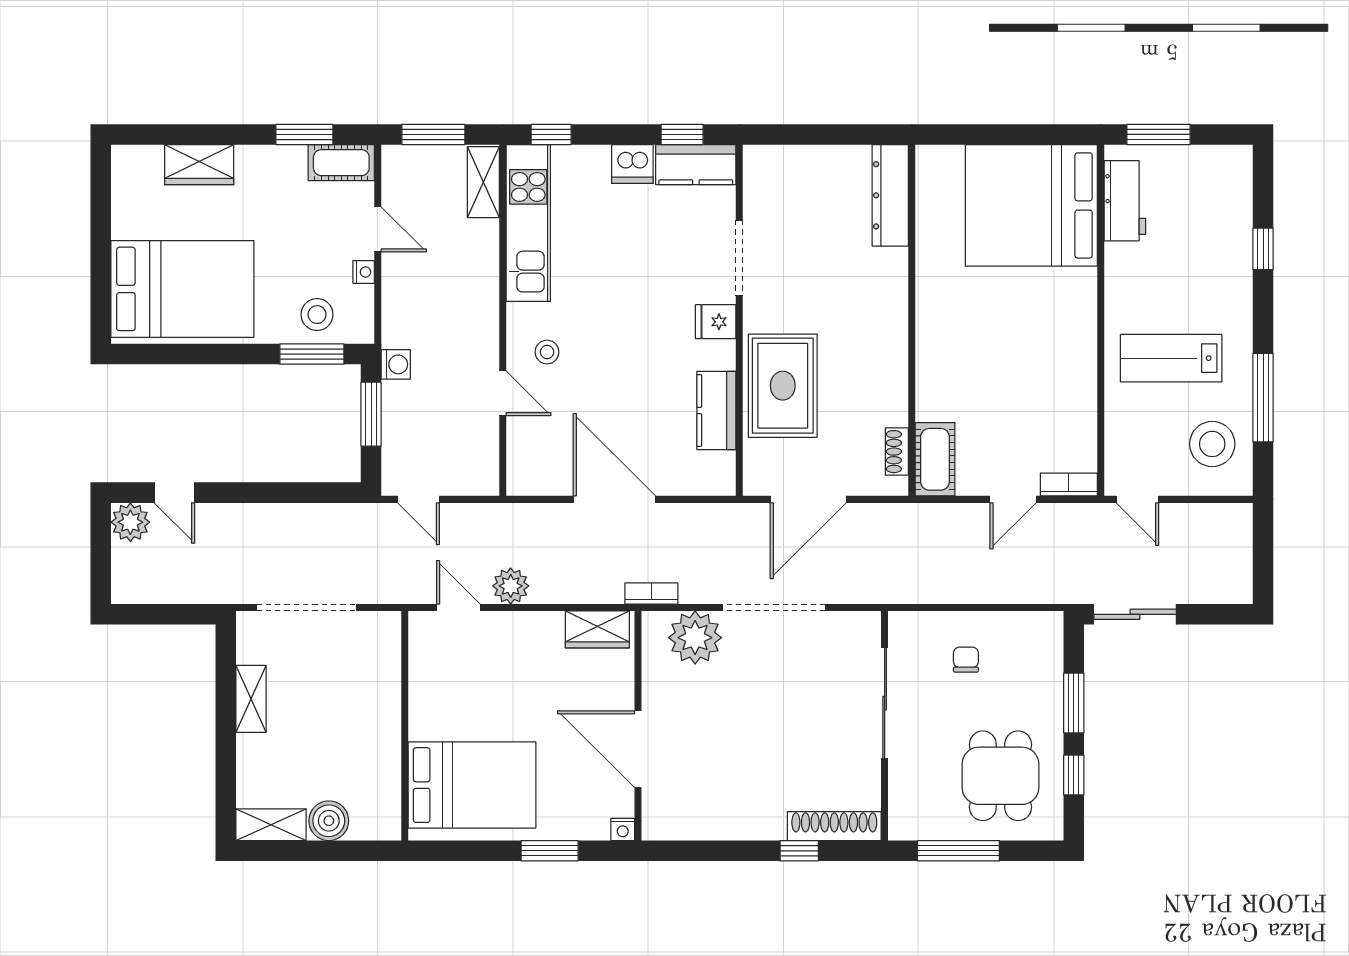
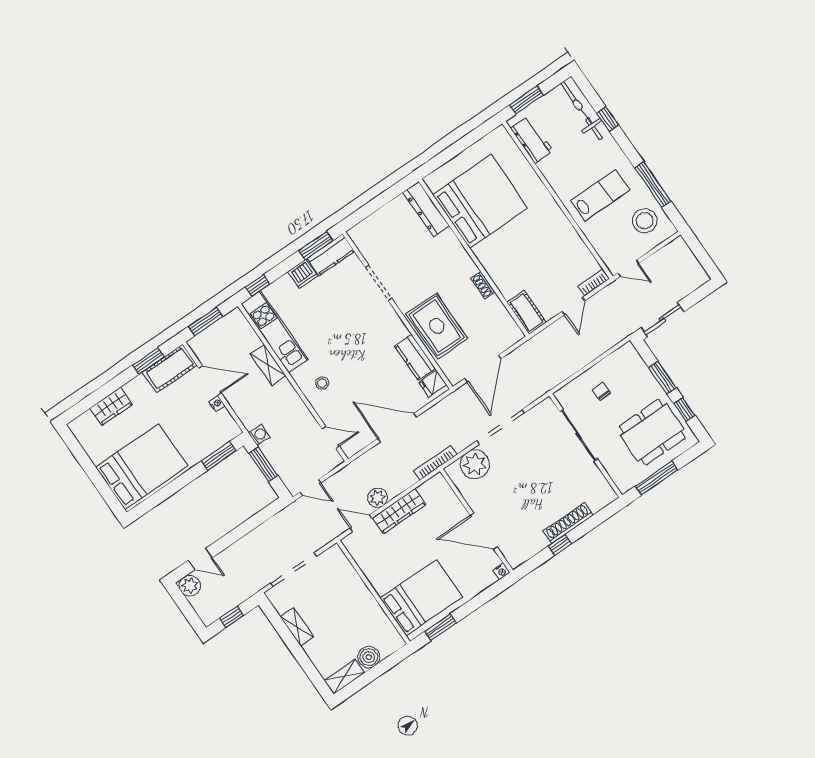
window: (682, 134) -> (316, 246), width x1.50
cot: (341, 163) -> (170, 369), width x1.37, depth x1.34
shelving: (483, 182) -> (268, 365), moved
bed: (1031, 205) -> (480, 201), moved, turned 180
bicycle: (1232, 209) -> (582, 111), added
door: (378, 229) -> (210, 381), width x1.38
stool: (317, 315) -> (209, 437), removed
fridge: (716, 322) -> (433, 383), moved
lab bench: (1171, 358) -> (600, 195), turned 180
door: (503, 393) -> (331, 437), moved
shoe rack: (897, 452) -> (483, 285), moved
bookcase: (651, 594) -> (435, 463), width x1.56
window: (161, 614) -> (232, 617), added
wardrobe: (597, 629) -> (399, 511), moved, width x1.50
dining table: (1000, 776) -> (652, 432), width x1.38
shoe rack: (834, 826) -> (568, 523), moved
window: (550, 851) -> (441, 627), moved
window: (799, 851) -> (560, 545), moved

